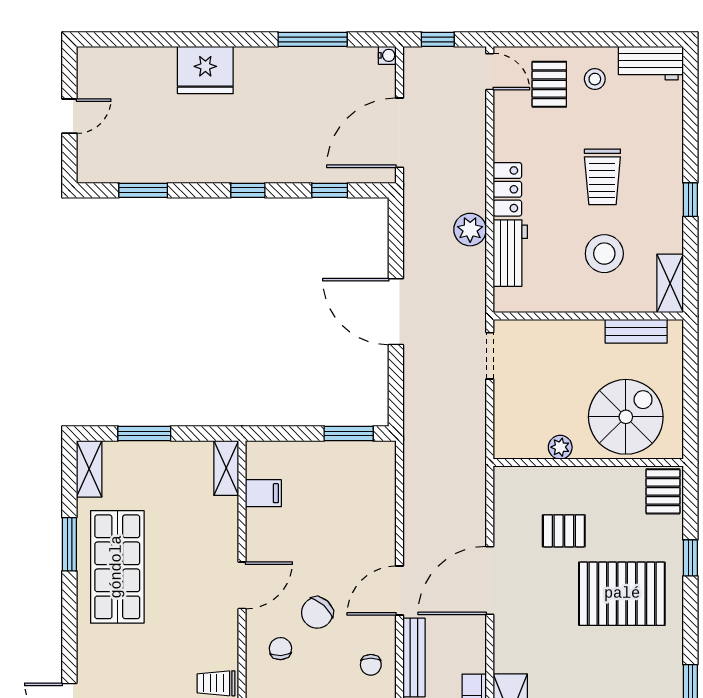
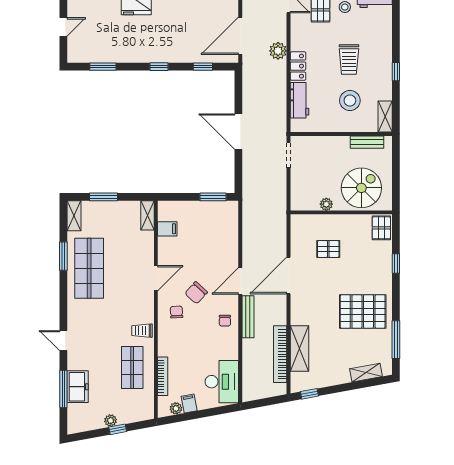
plant: (470, 230) -> (278, 51), moved
pallet: (622, 594) -> (363, 311), moved

